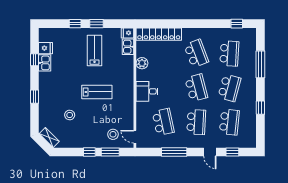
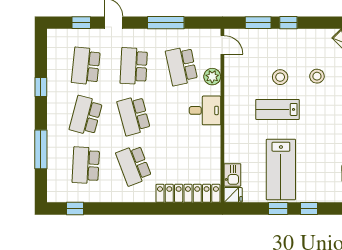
lab bench: (95, 51) -> (281, 170), width x1.36, depth x1.39
plant: (142, 63) -> (212, 77), moved
stool: (113, 134) -> (280, 77), moved

